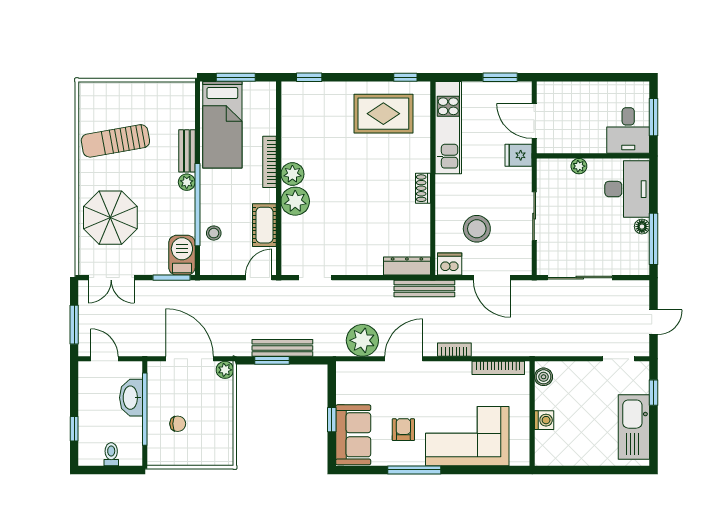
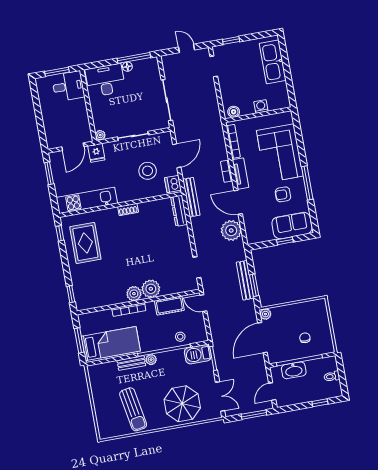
plant: (579, 166) -> (100, 135), moved
tv unit: (447, 370) -> (240, 174), added
kitchen sink: (634, 427) -> (273, 62), moved, turned 90

